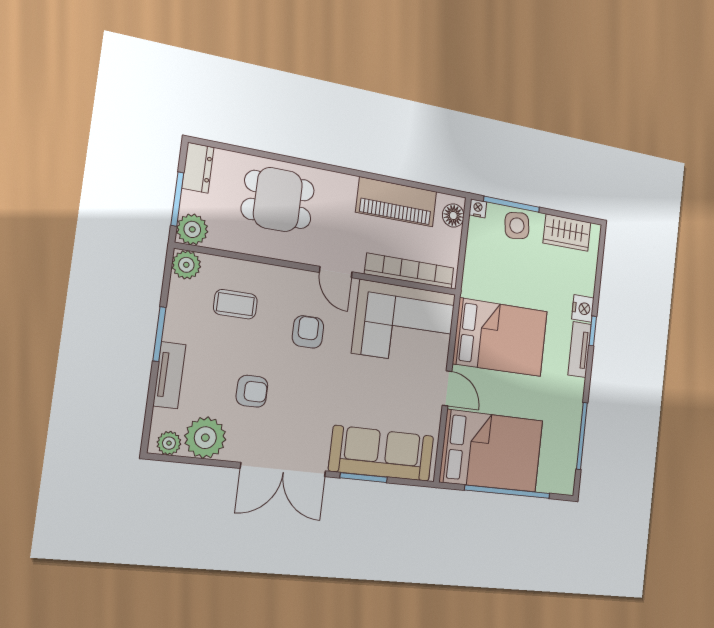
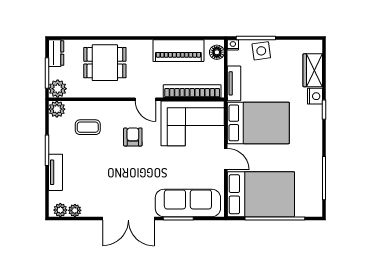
wardrobe: (567, 233) -> (313, 70), moved, turned 90
tv unit: (580, 350) -> (234, 83), moved, turned 180
armchair: (252, 391) -> (104, 176), removed
plant: (205, 438) -> (75, 210), width x0.53, depth x0.53

